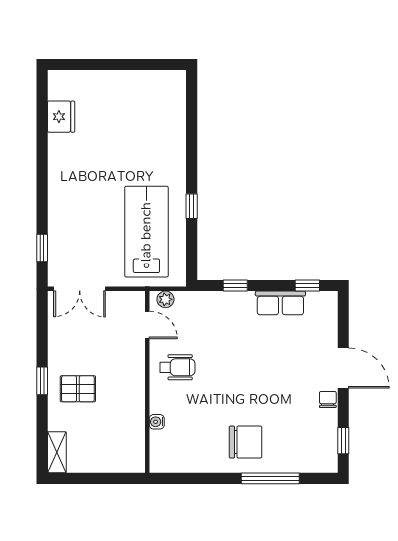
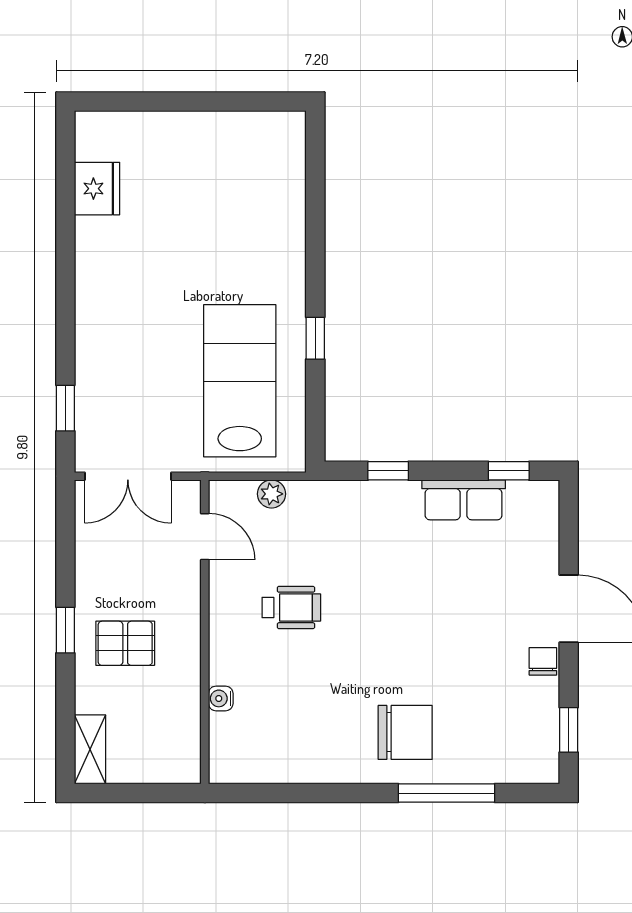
door: (147, 325) -> (205, 537), moved
wall: (147, 382) -> (205, 632), moved
water cooler: (157, 422) -> (221, 698), moved

